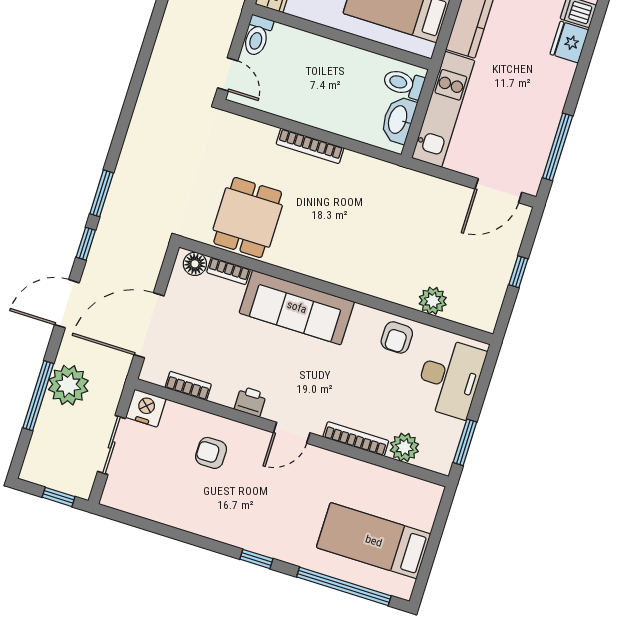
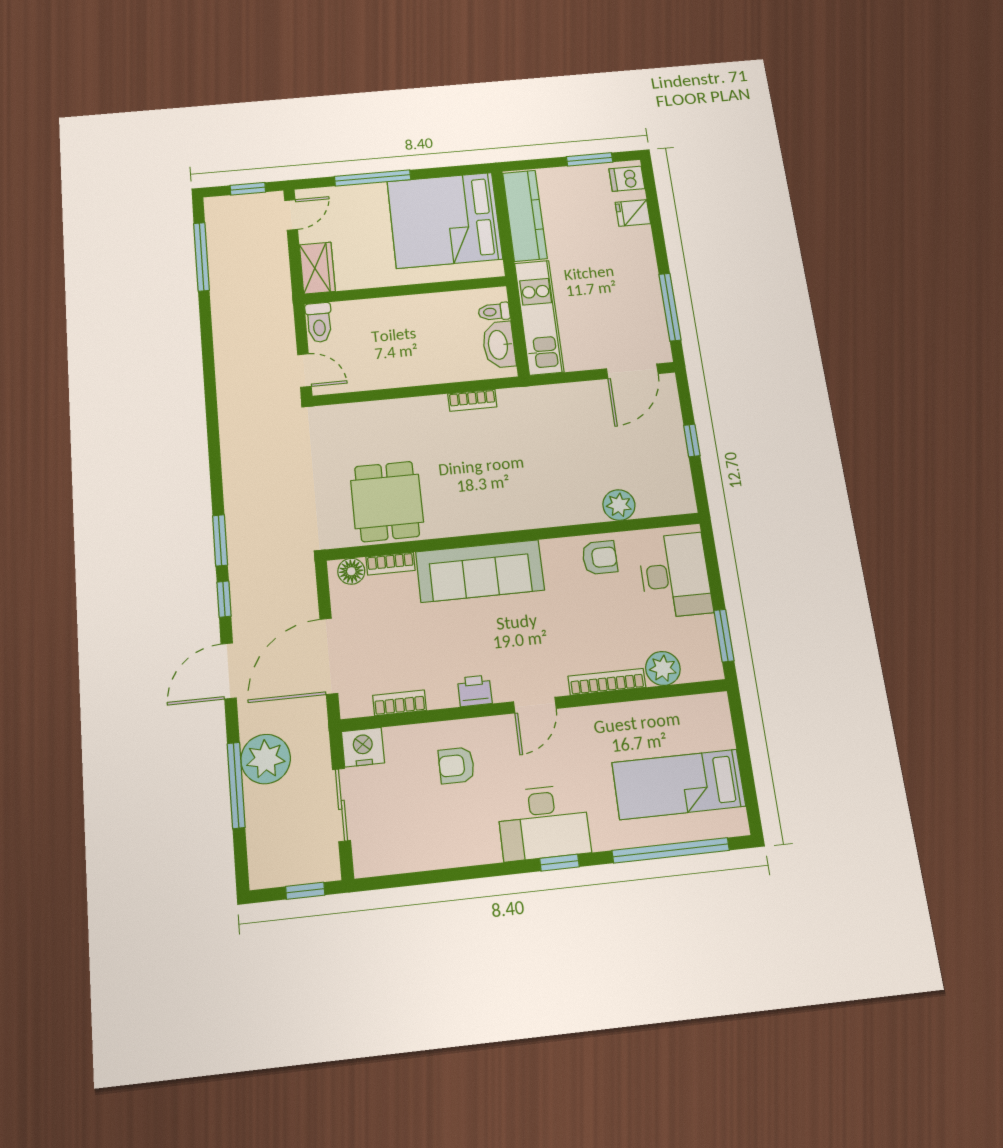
fridge: (569, 42) -> (633, 213), width x0.72
toilet: (404, 84) -> (494, 312), width x0.73, depth x0.72
bookcase: (310, 146) -> (472, 400), moved, width x0.64
armchair: (397, 337) -> (600, 558), turned -91
desk: (258, 524) -> (544, 822), added

